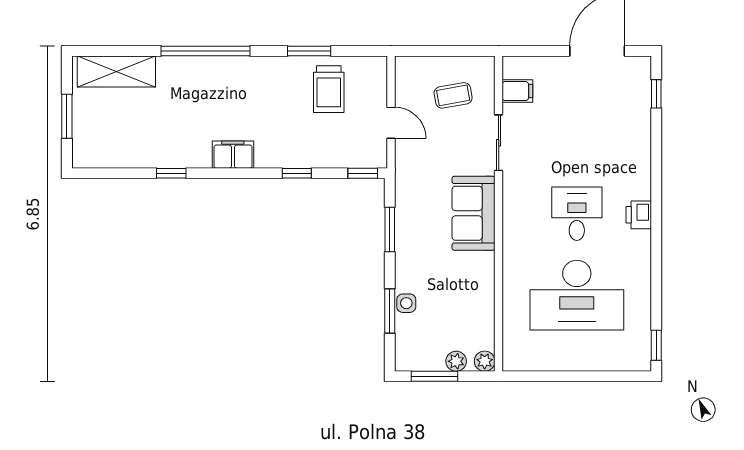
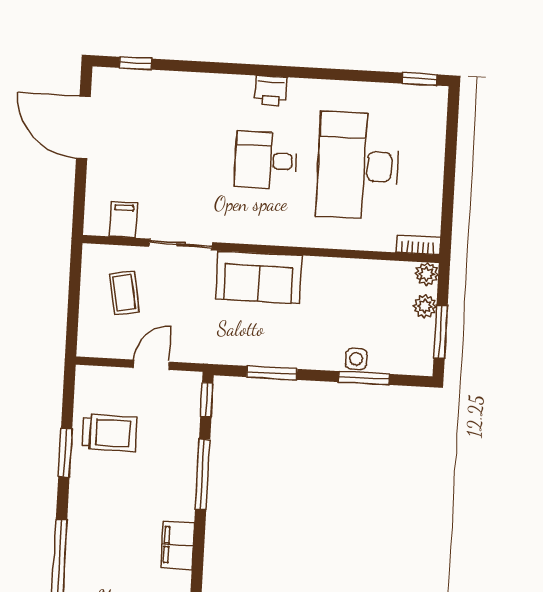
window: (297, 173) -> (203, 474), width x2.17
desk: (577, 295) -> (358, 166), turned 180
bookcase: (510, 352) -> (418, 245), added

